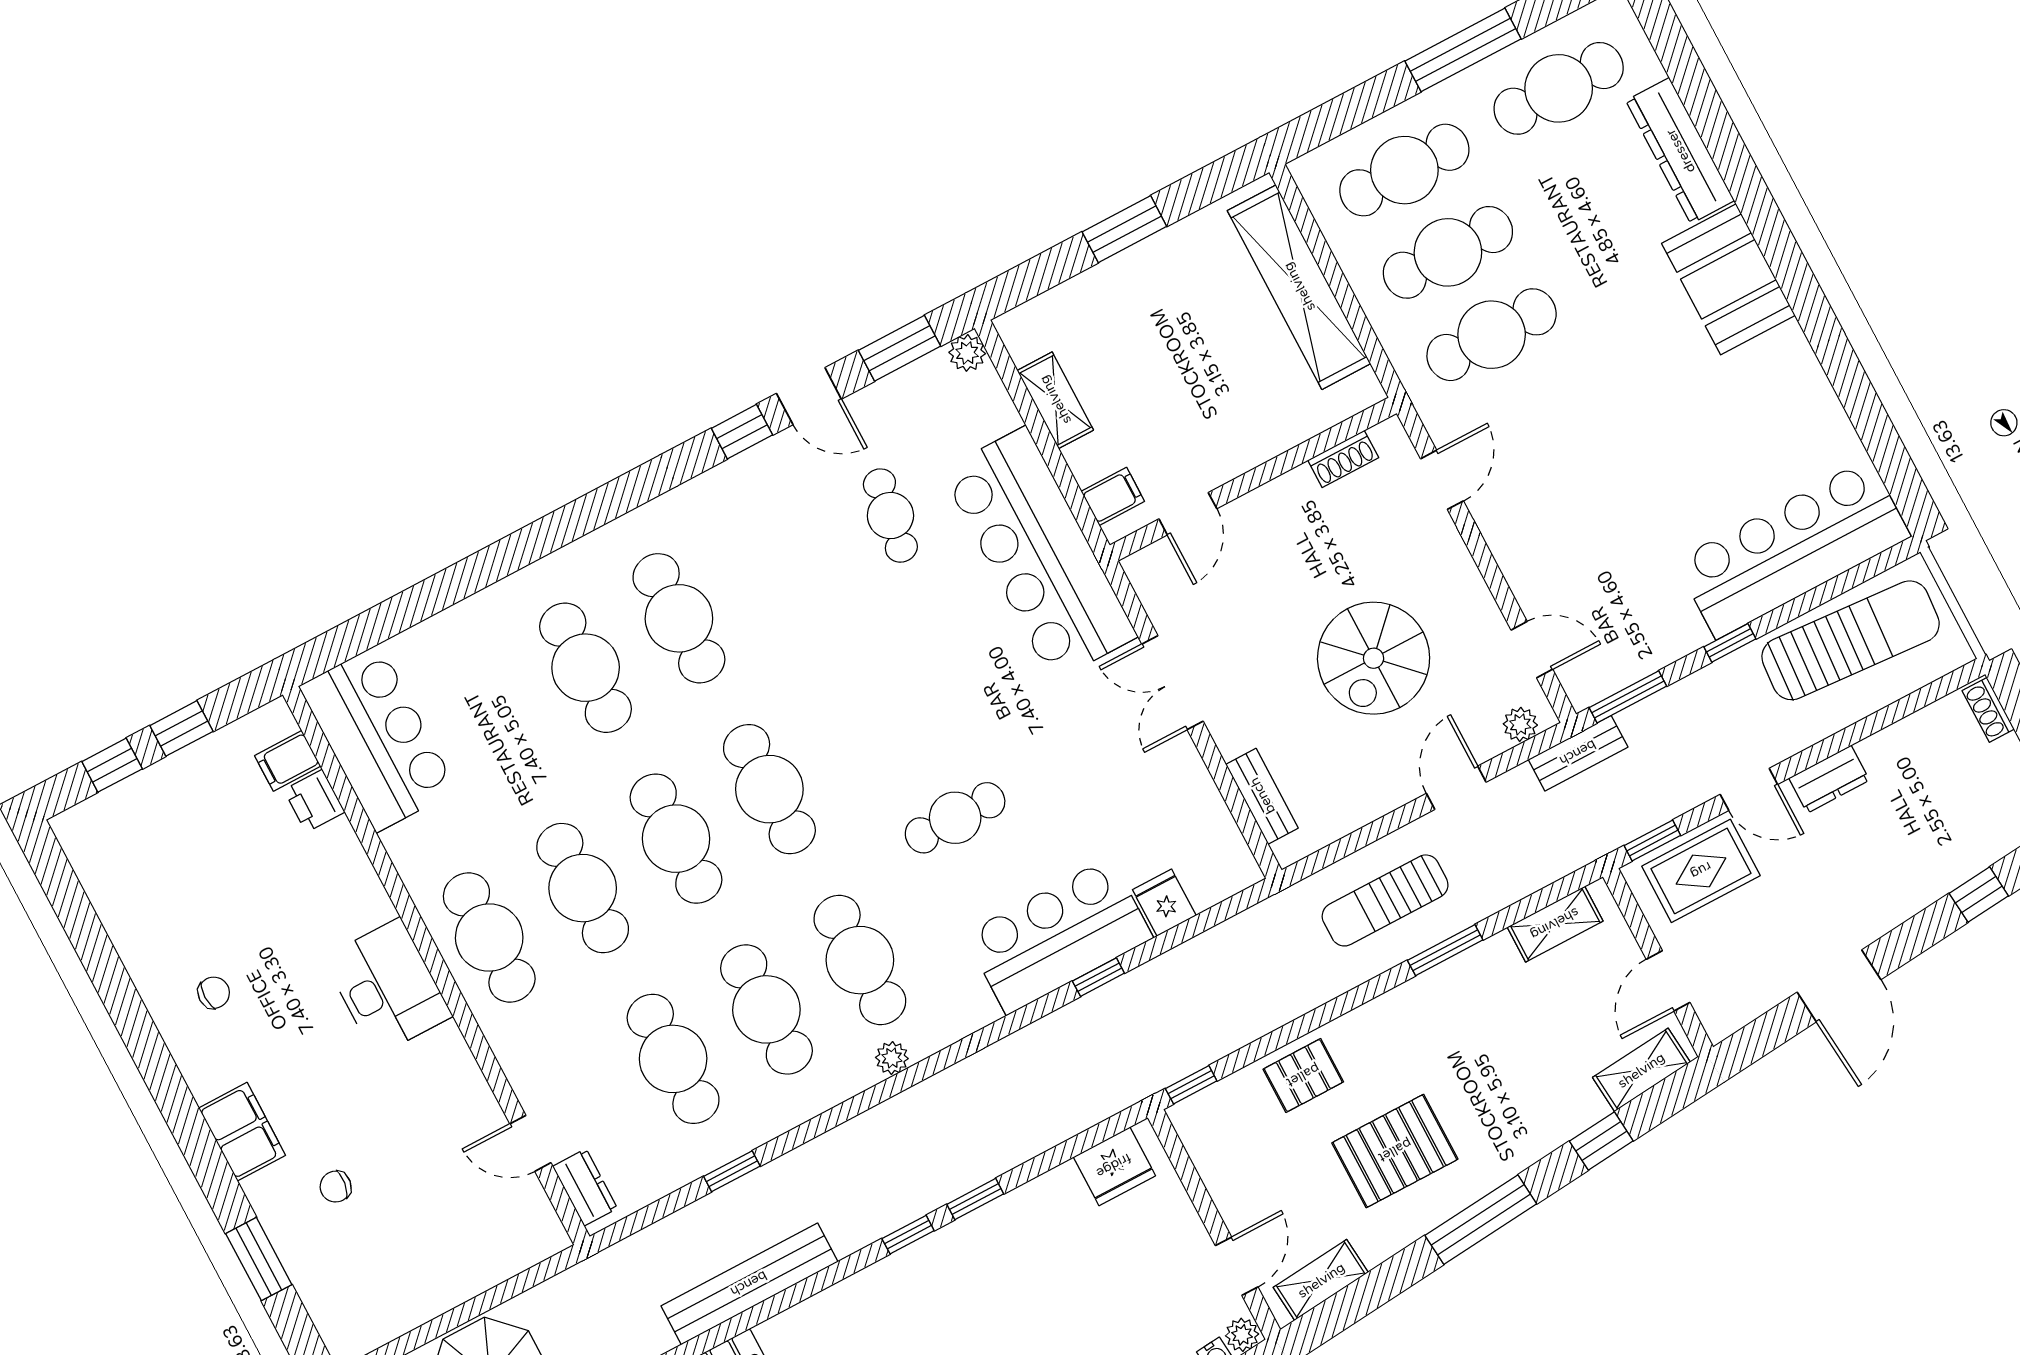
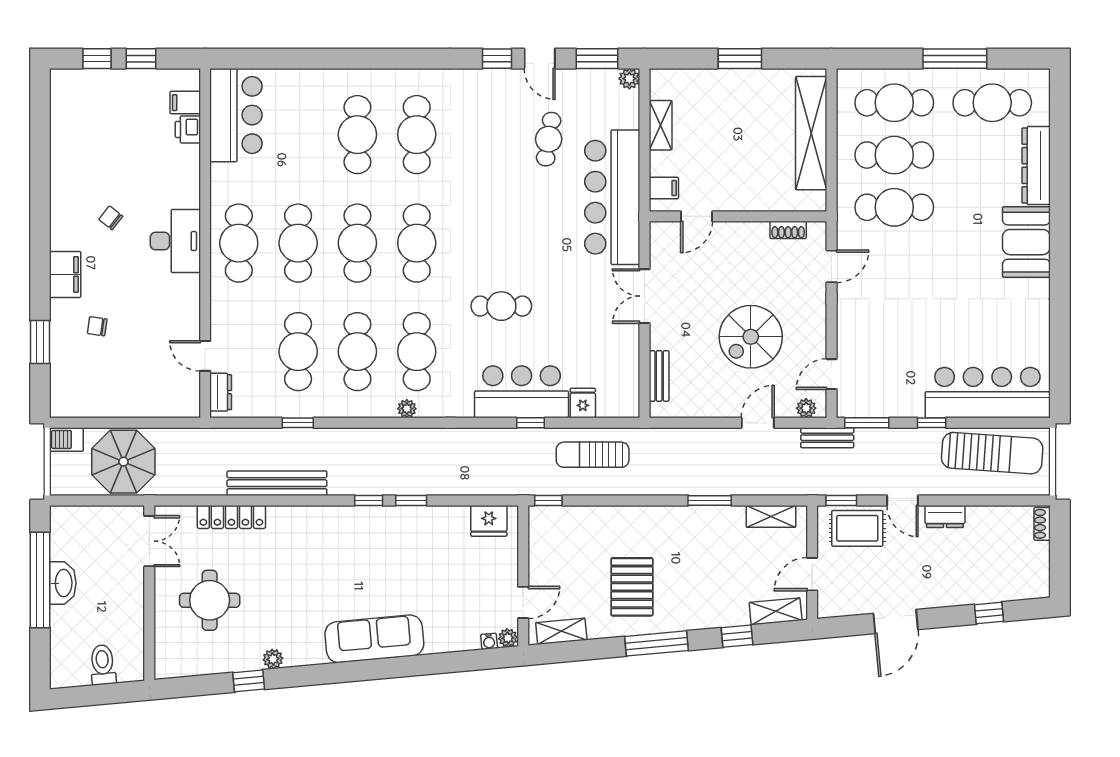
door: (1532, 650) -> (832, 374), swing flipped
sun lounger: (1385, 900) -> (593, 455), moved
chair: (214, 993) -> (111, 218), moved, turned -142
pallet: (1303, 1076) -> (606, 525), removed
pallet: (1395, 1151) -> (632, 587), turned 90

